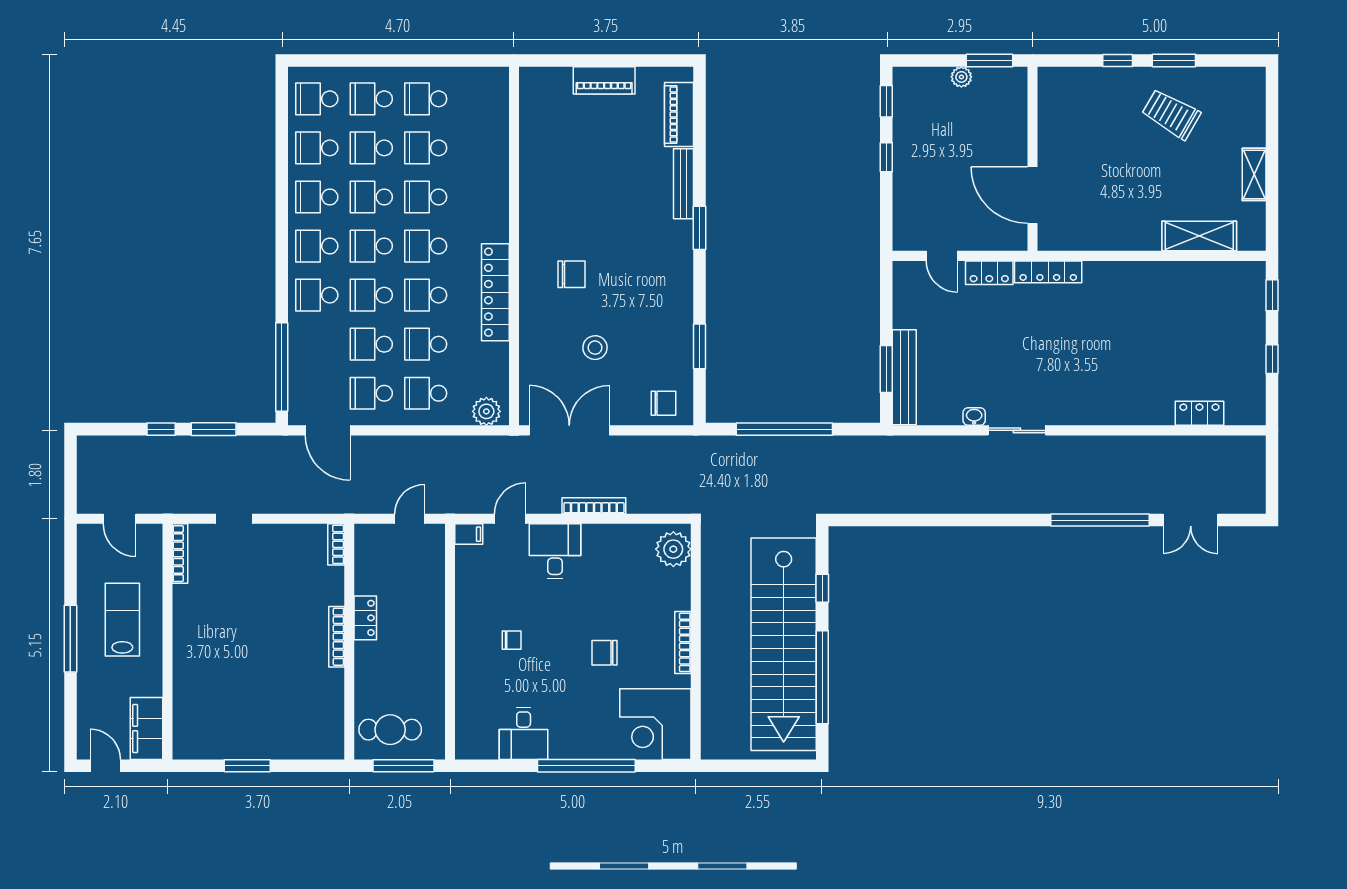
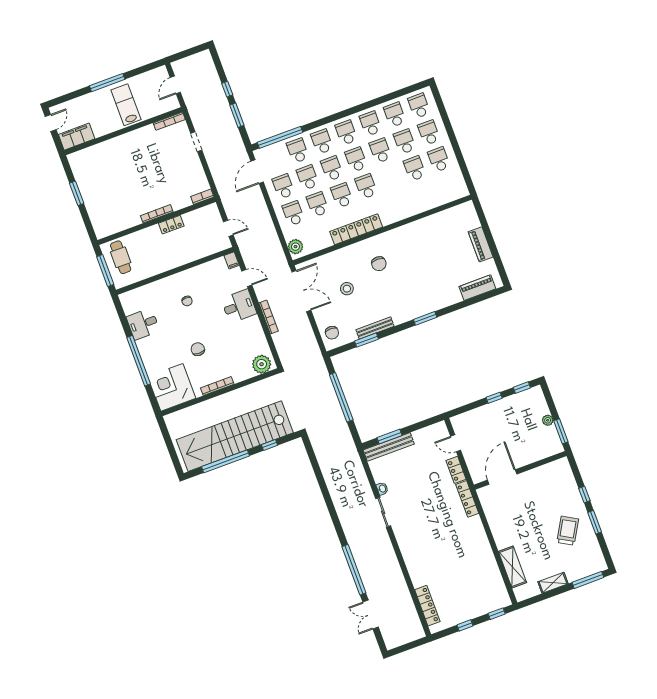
window: (1272, 111) -> (588, 580), added
bench: (683, 184) -> (375, 328), moved
school desk: (426, 197) -> (298, 151), moved
door: (942, 256) -> (456, 443), hinge flipped
locker: (1199, 413) -> (427, 606), width x1.53
lab bench: (122, 620) -> (126, 105), turned -90

